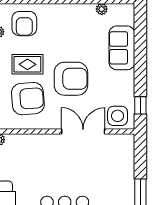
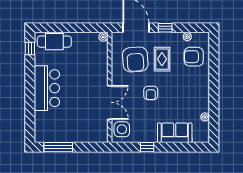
armchair: (71, 79) -> (151, 93), width x0.53, depth x0.53
window: (140, 105) -> (147, 147), moved

